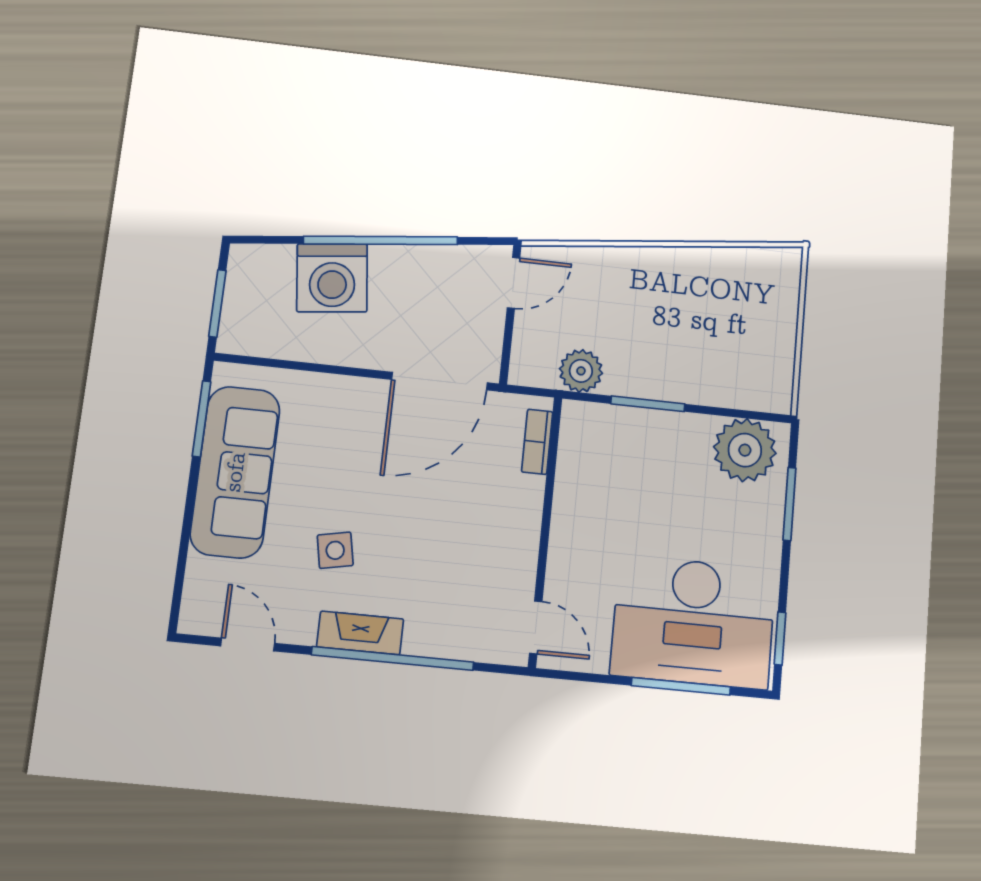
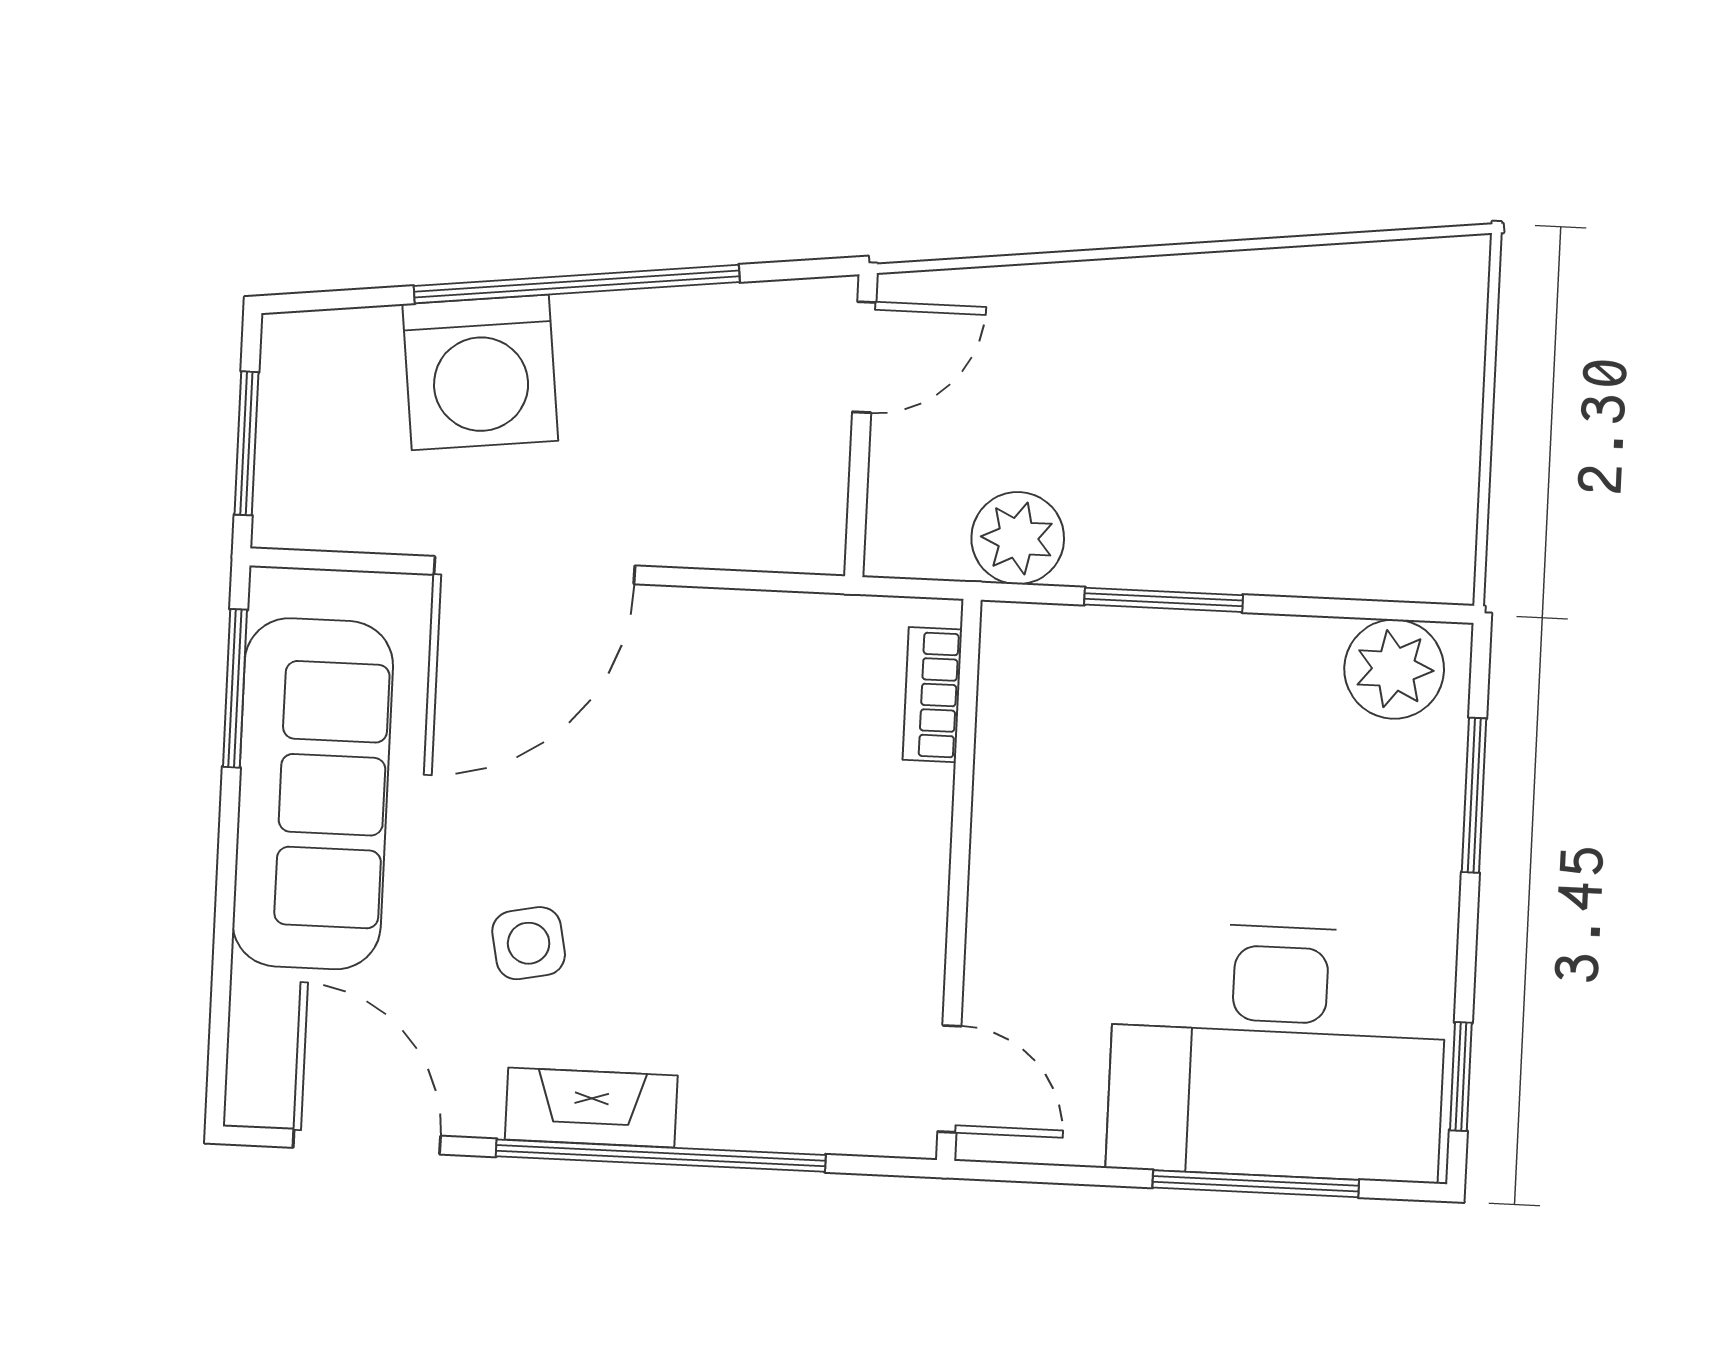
door: (440, 381) -> (534, 570), moved
plant: (745, 450) -> (1394, 669), width x0.73, depth x0.73
door: (248, 645) -> (367, 1142), width x1.38

